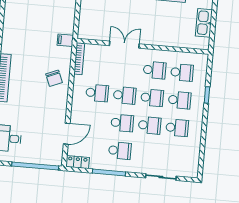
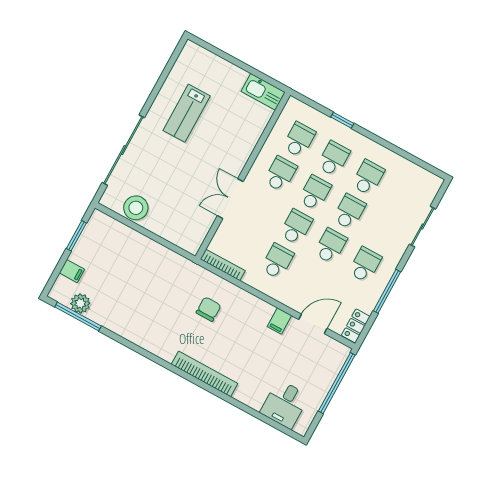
kitchen sink: (204, 23) -> (263, 92), moved
filing cabinet: (65, 40) -> (279, 321), moved
chair: (54, 78) -> (209, 309), moved, turned -68
door: (67, 134) -> (313, 324), hinge flipped

